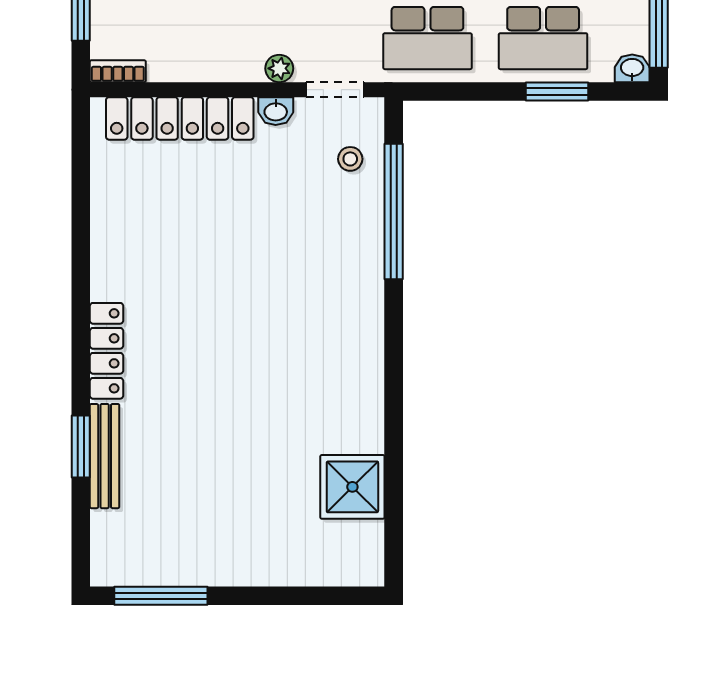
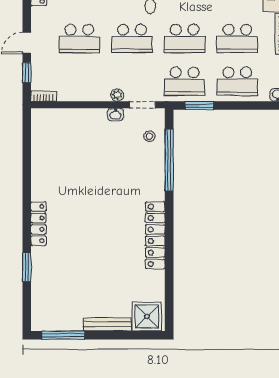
window: (557, 92) -> (199, 106), moved
locker: (180, 118) -> (155, 235), moved, turned 90
bench: (105, 456) -> (107, 324), moved, turned 90
shower: (352, 487) -> (147, 316), moved

